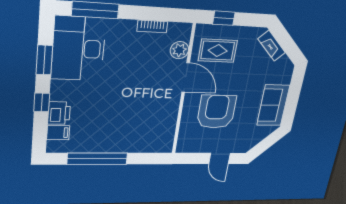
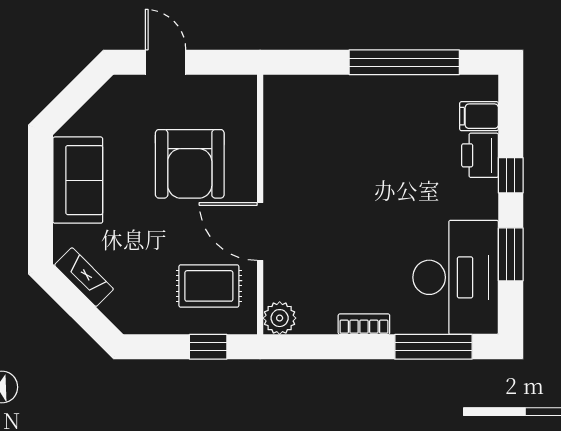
bookcase: (152, 26) -> (364, 324), moved
fireplace: (272, 46) -> (84, 277), moved
plant: (179, 50) -> (280, 318), moved

